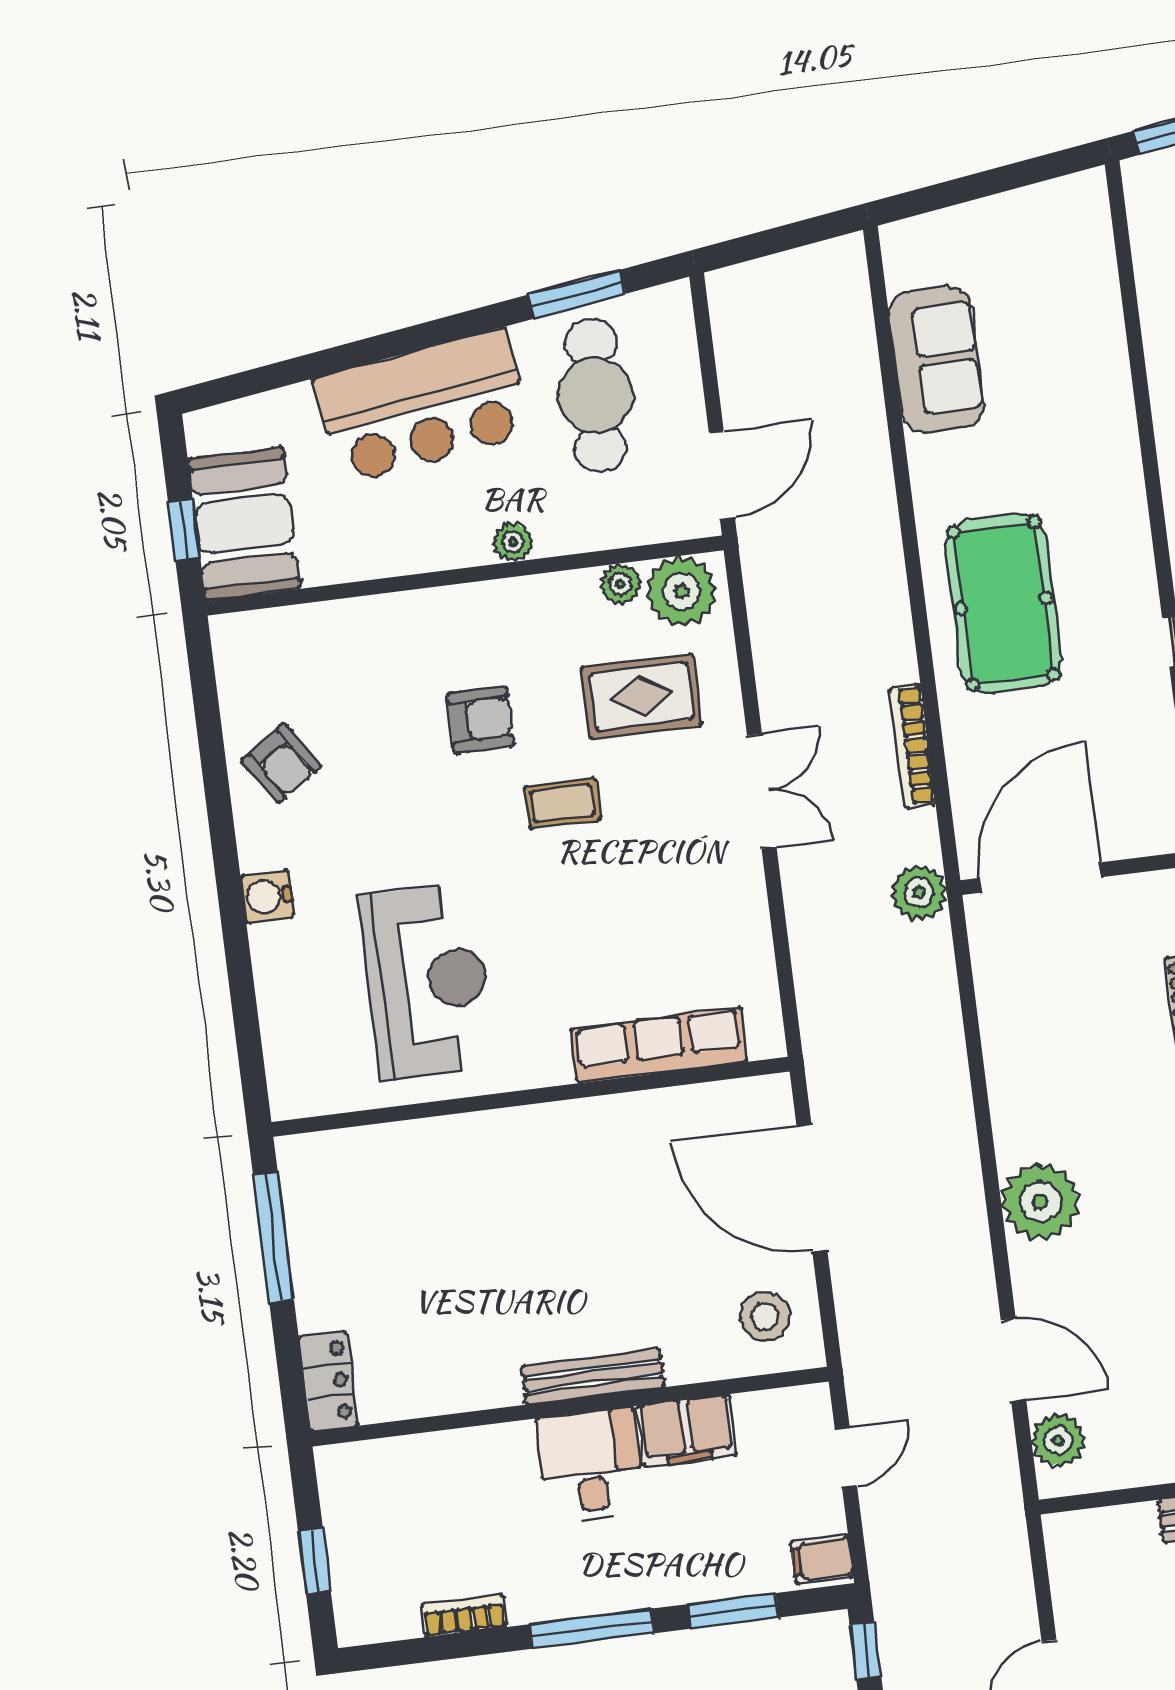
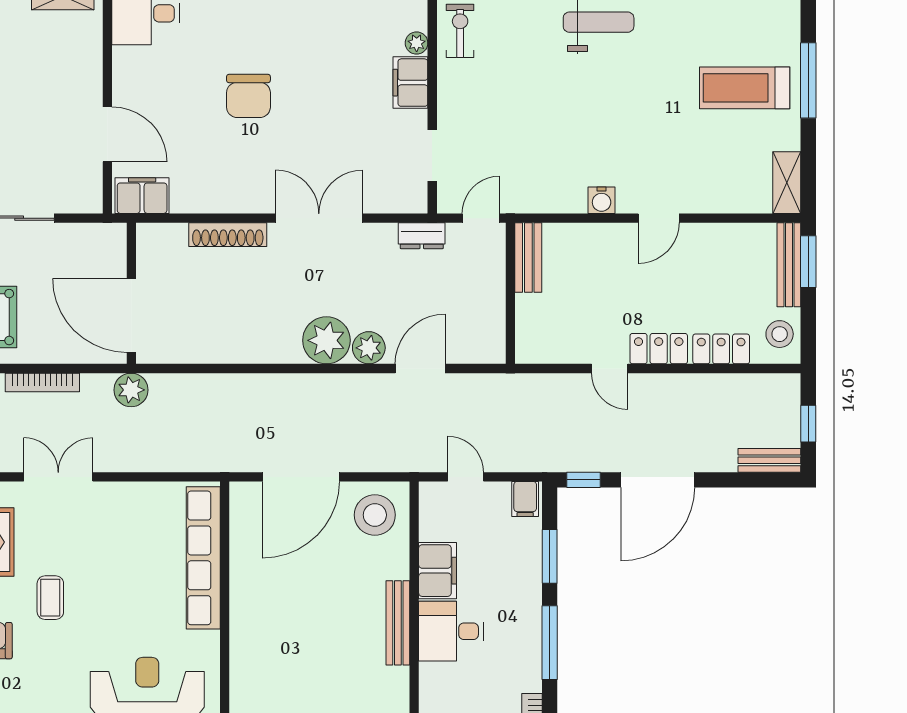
row of seats: (659, 1045) -> (203, 558), width x1.36
stool: (765, 1317) -> (375, 515), width x1.38, depth x1.38
plant: (1058, 1440) -> (369, 348), moved

